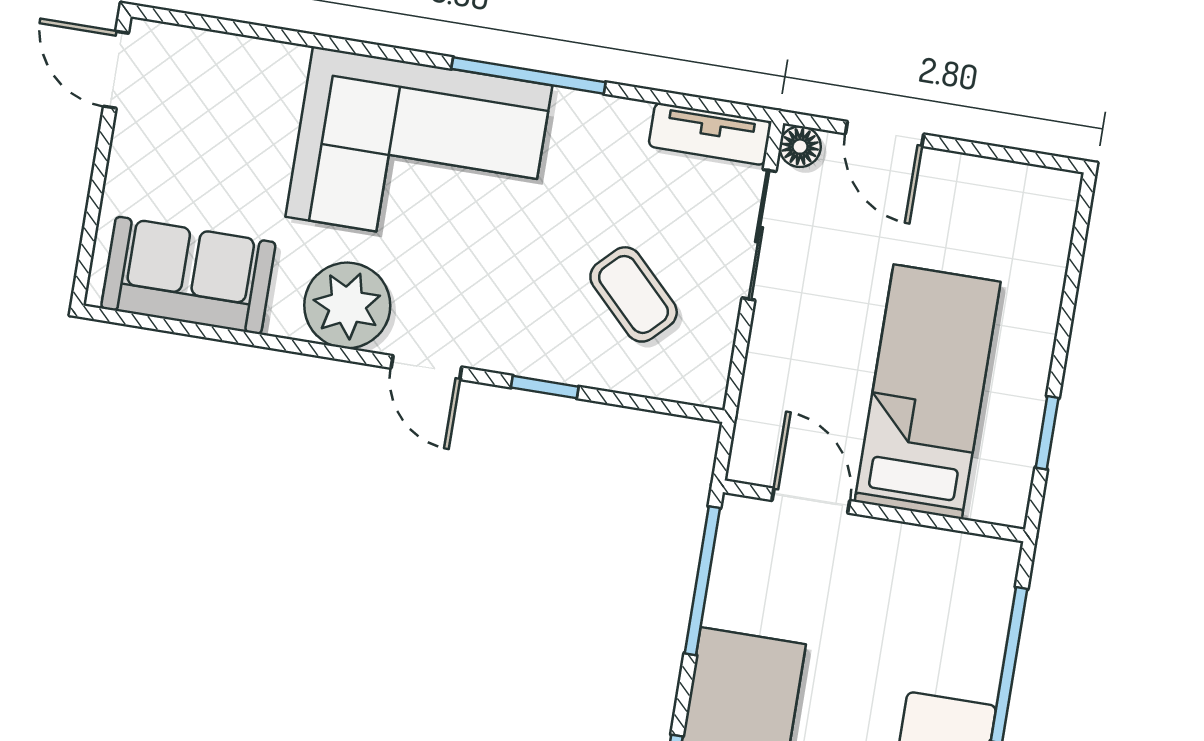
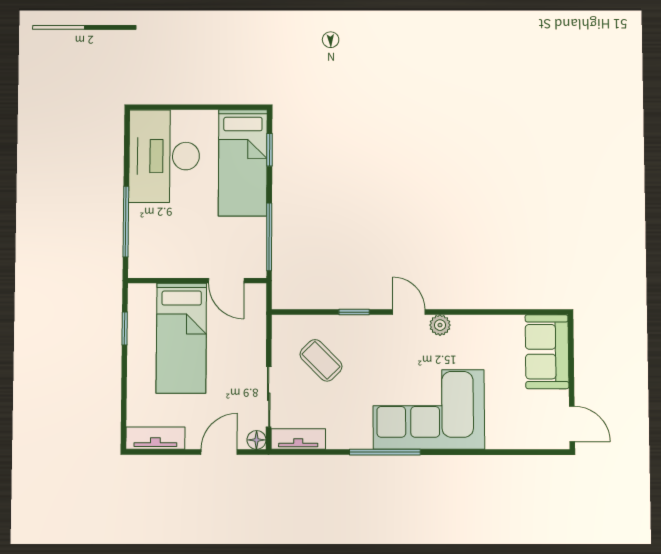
door: (885, 134) -> (219, 452), hinge flipped
tv unit: (1017, 186) -> (155, 438), added
sofa: (188, 275) -> (547, 352), moved, turned 90
plant: (347, 305) -> (440, 325), width x0.53, depth x0.53

